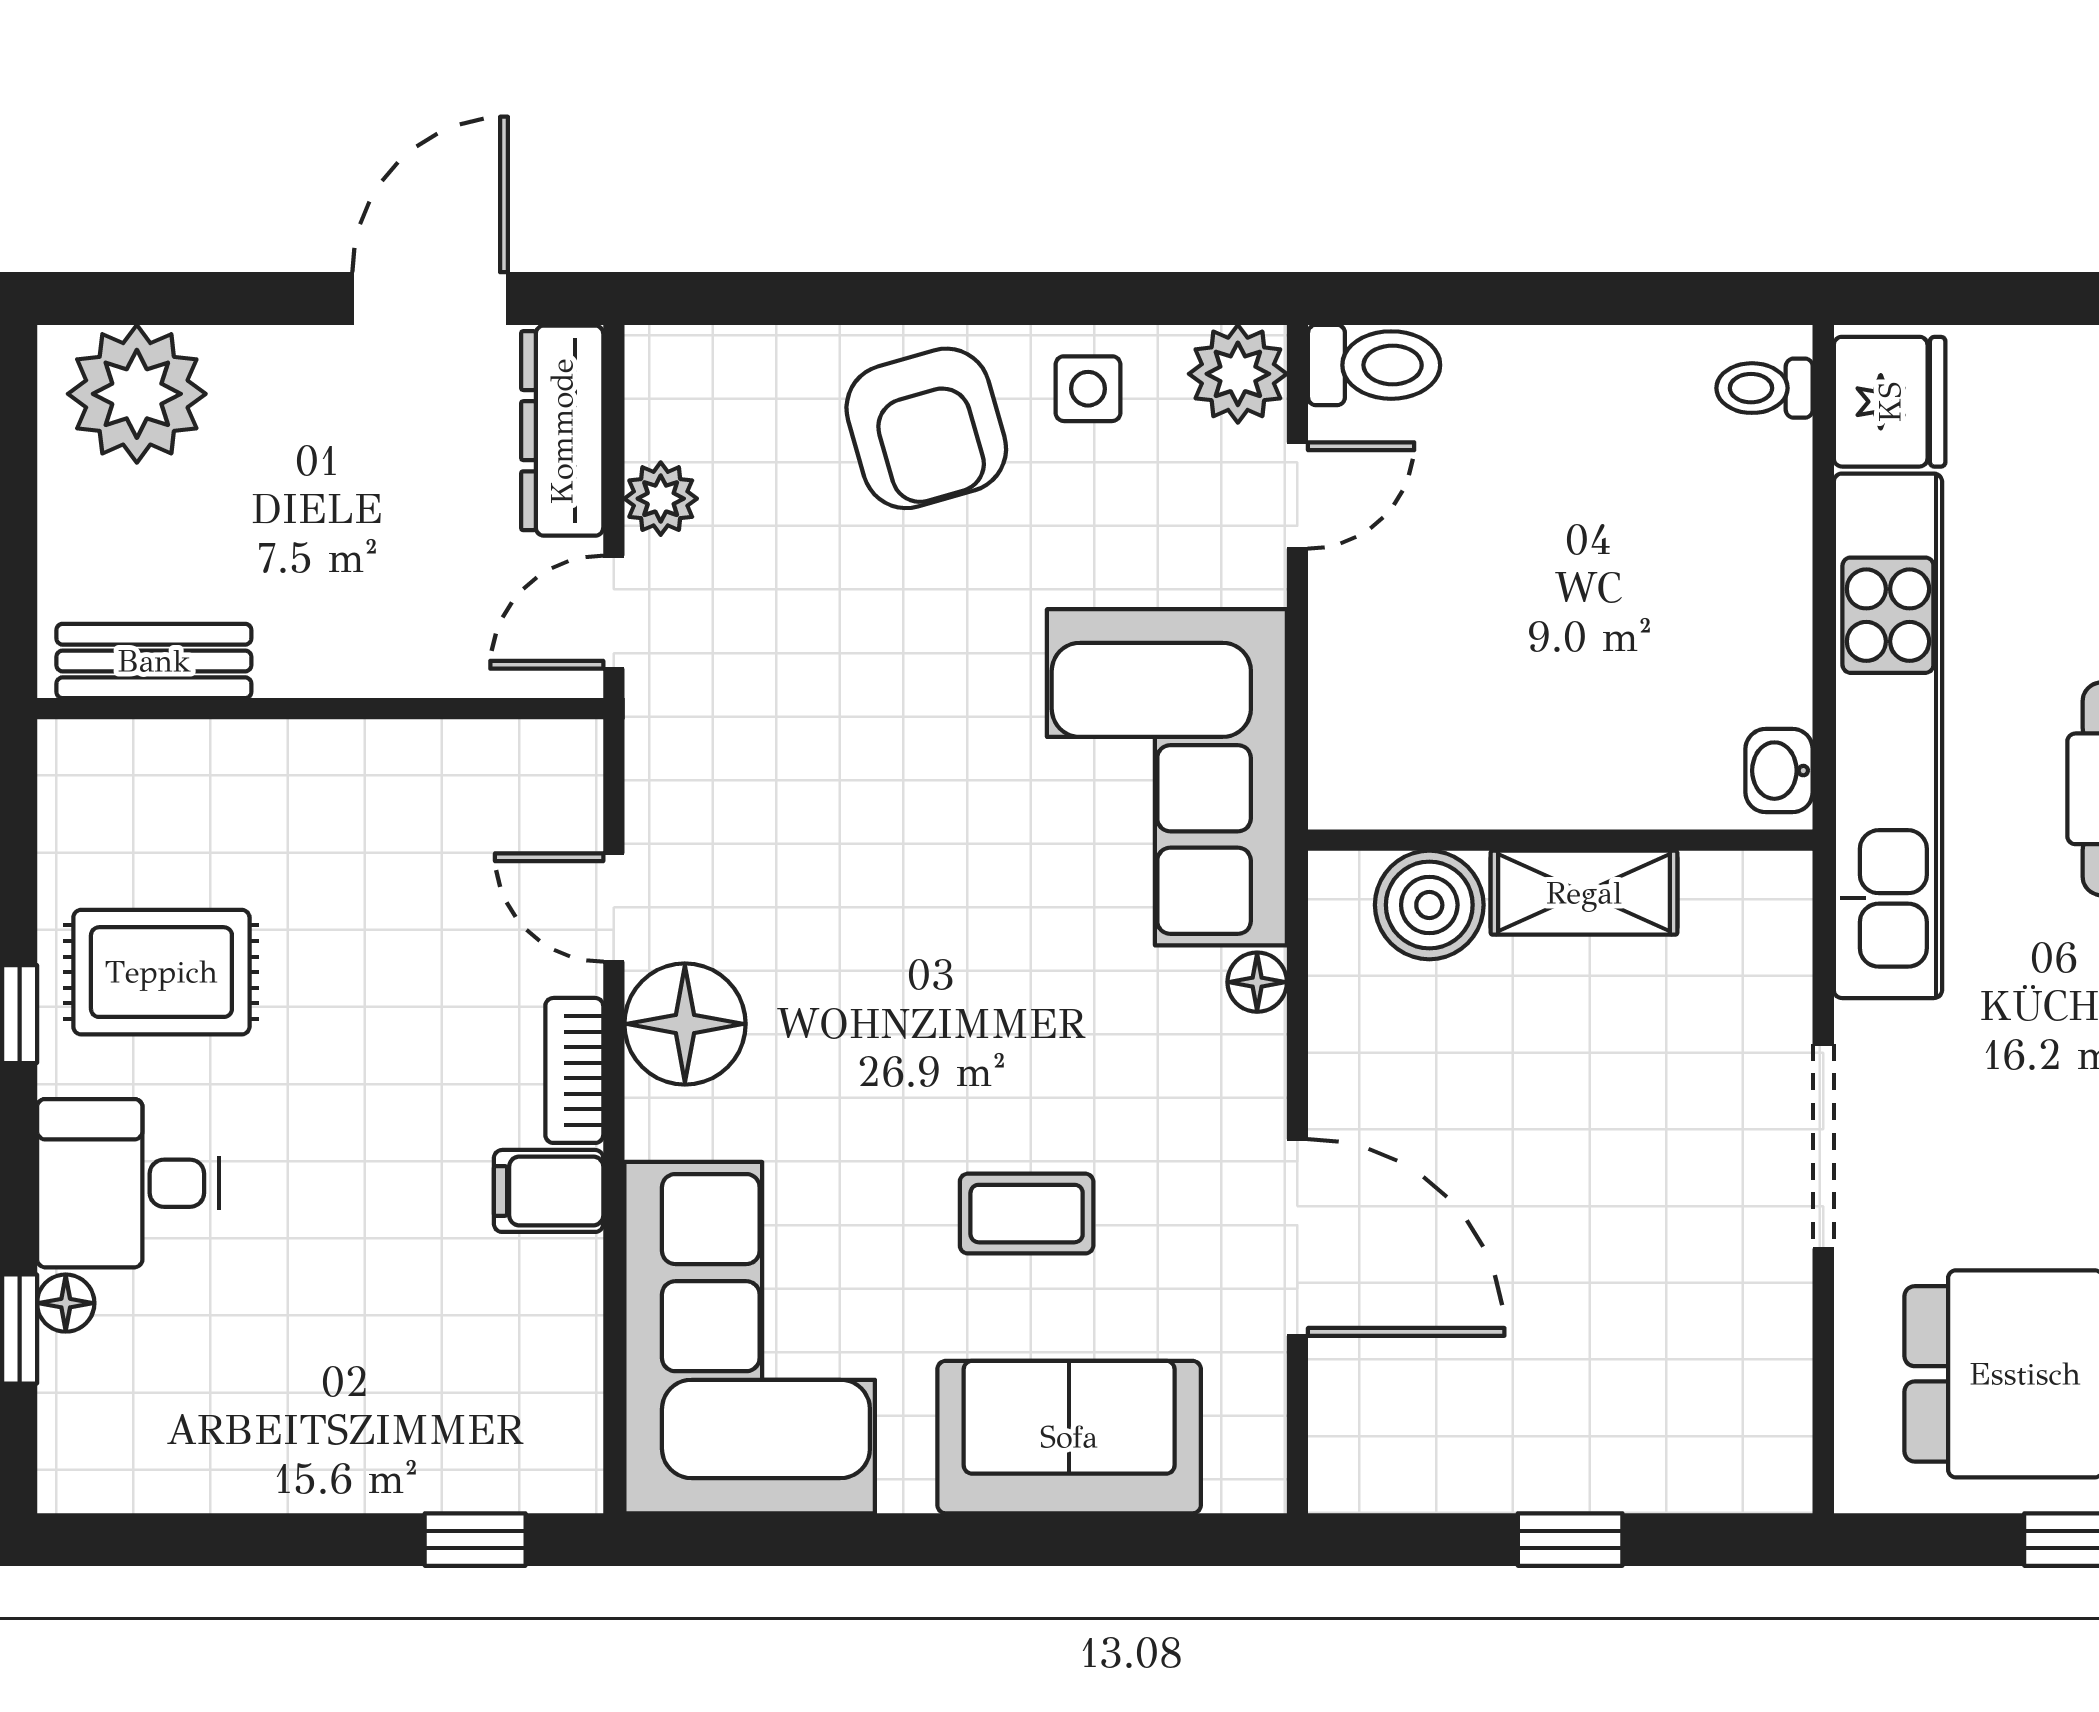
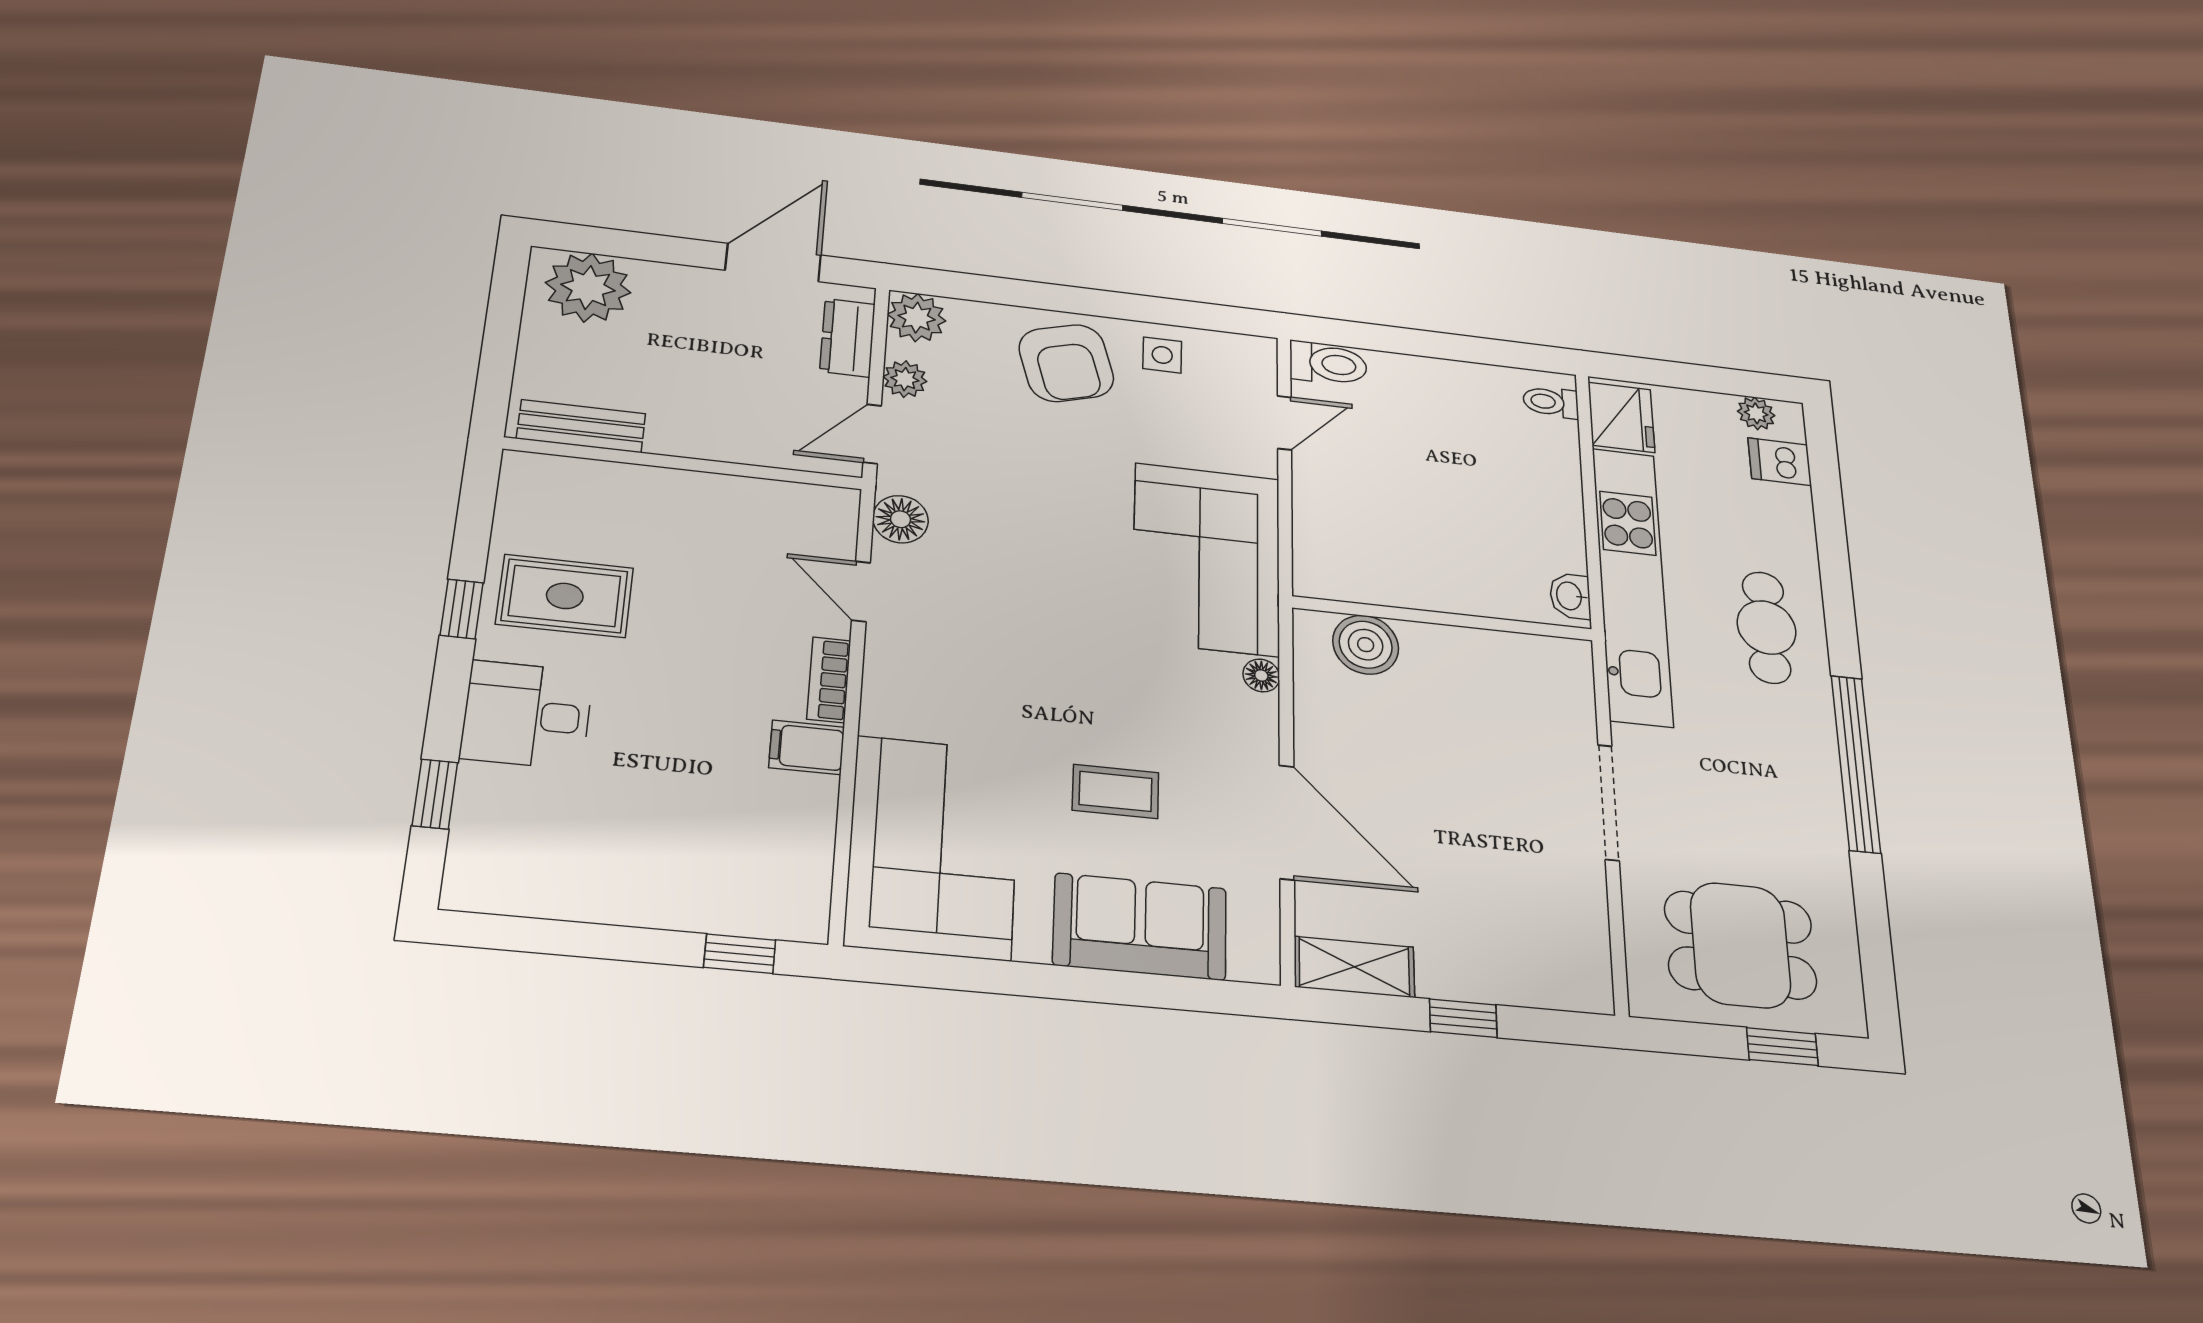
plant: (1238, 374) -> (917, 318), moved
dresser: (562, 431) -> (847, 338), width x0.70
shelving: (1584, 893) -> (1354, 967), moved
floor lamp: (685, 1024) -> (900, 519), moved, width x0.73, depth x0.73
floor lamp: (66, 1303) -> (475, 782), removed

